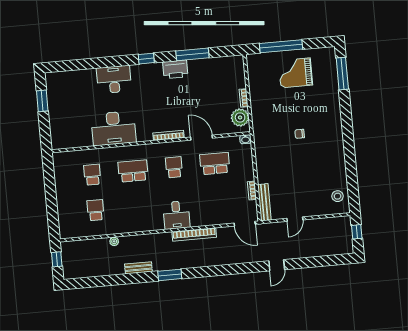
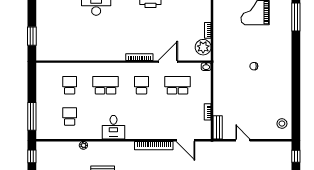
window: (42, 101) -> (32, 36), moved
desk: (114, 128) -> (92, 47), removed
door: (201, 138) -> (168, 62), hinge flipped
bench: (264, 202) -> (218, 127), width x0.73
window: (53, 214) -> (32, 116), added
desk: (176, 215) -> (113, 127), moved
door: (295, 219) -> (243, 140), swing flipped
door: (245, 224) -> (185, 140), moved

